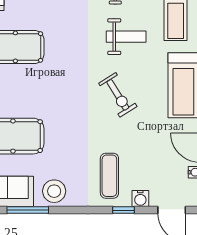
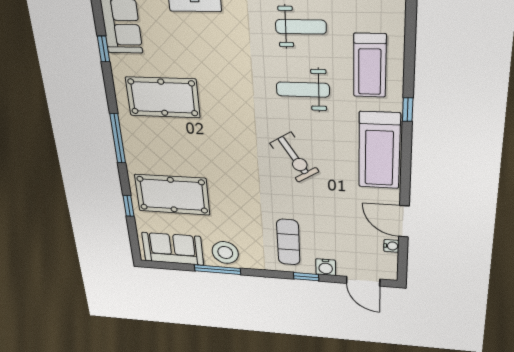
weight bench: (126, 37) -> (303, 90), turned 180
window: (28, 210) -> (217, 270), moved

